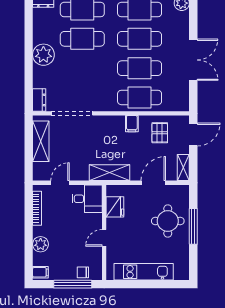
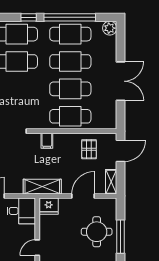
filing cabinet: (132, 124) -> (47, 141), moved
fridge: (115, 207) -> (49, 206), moved, turned 90

